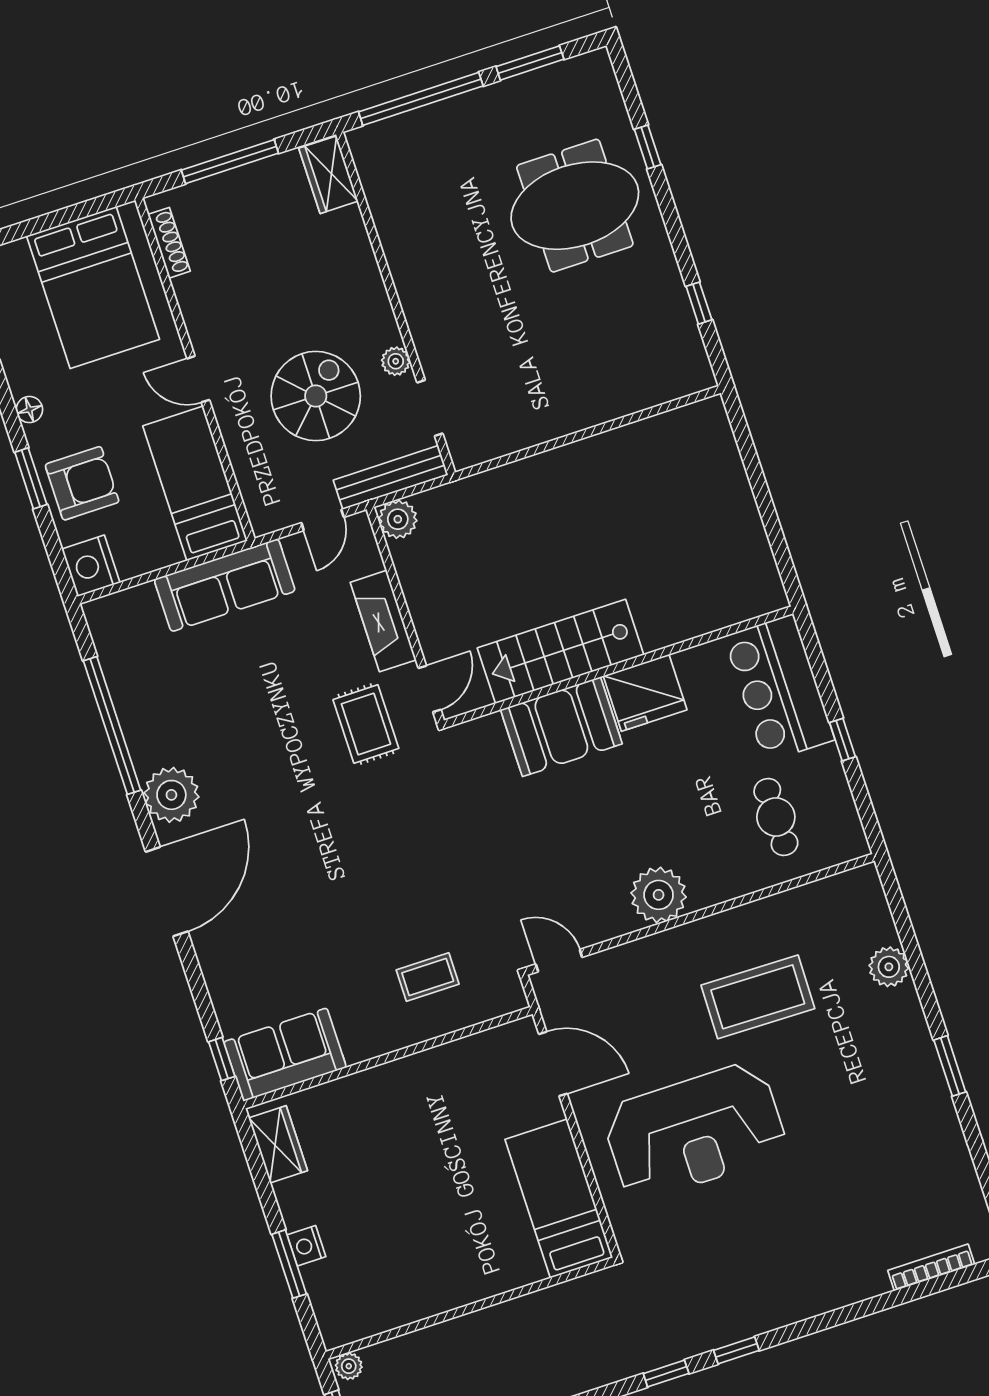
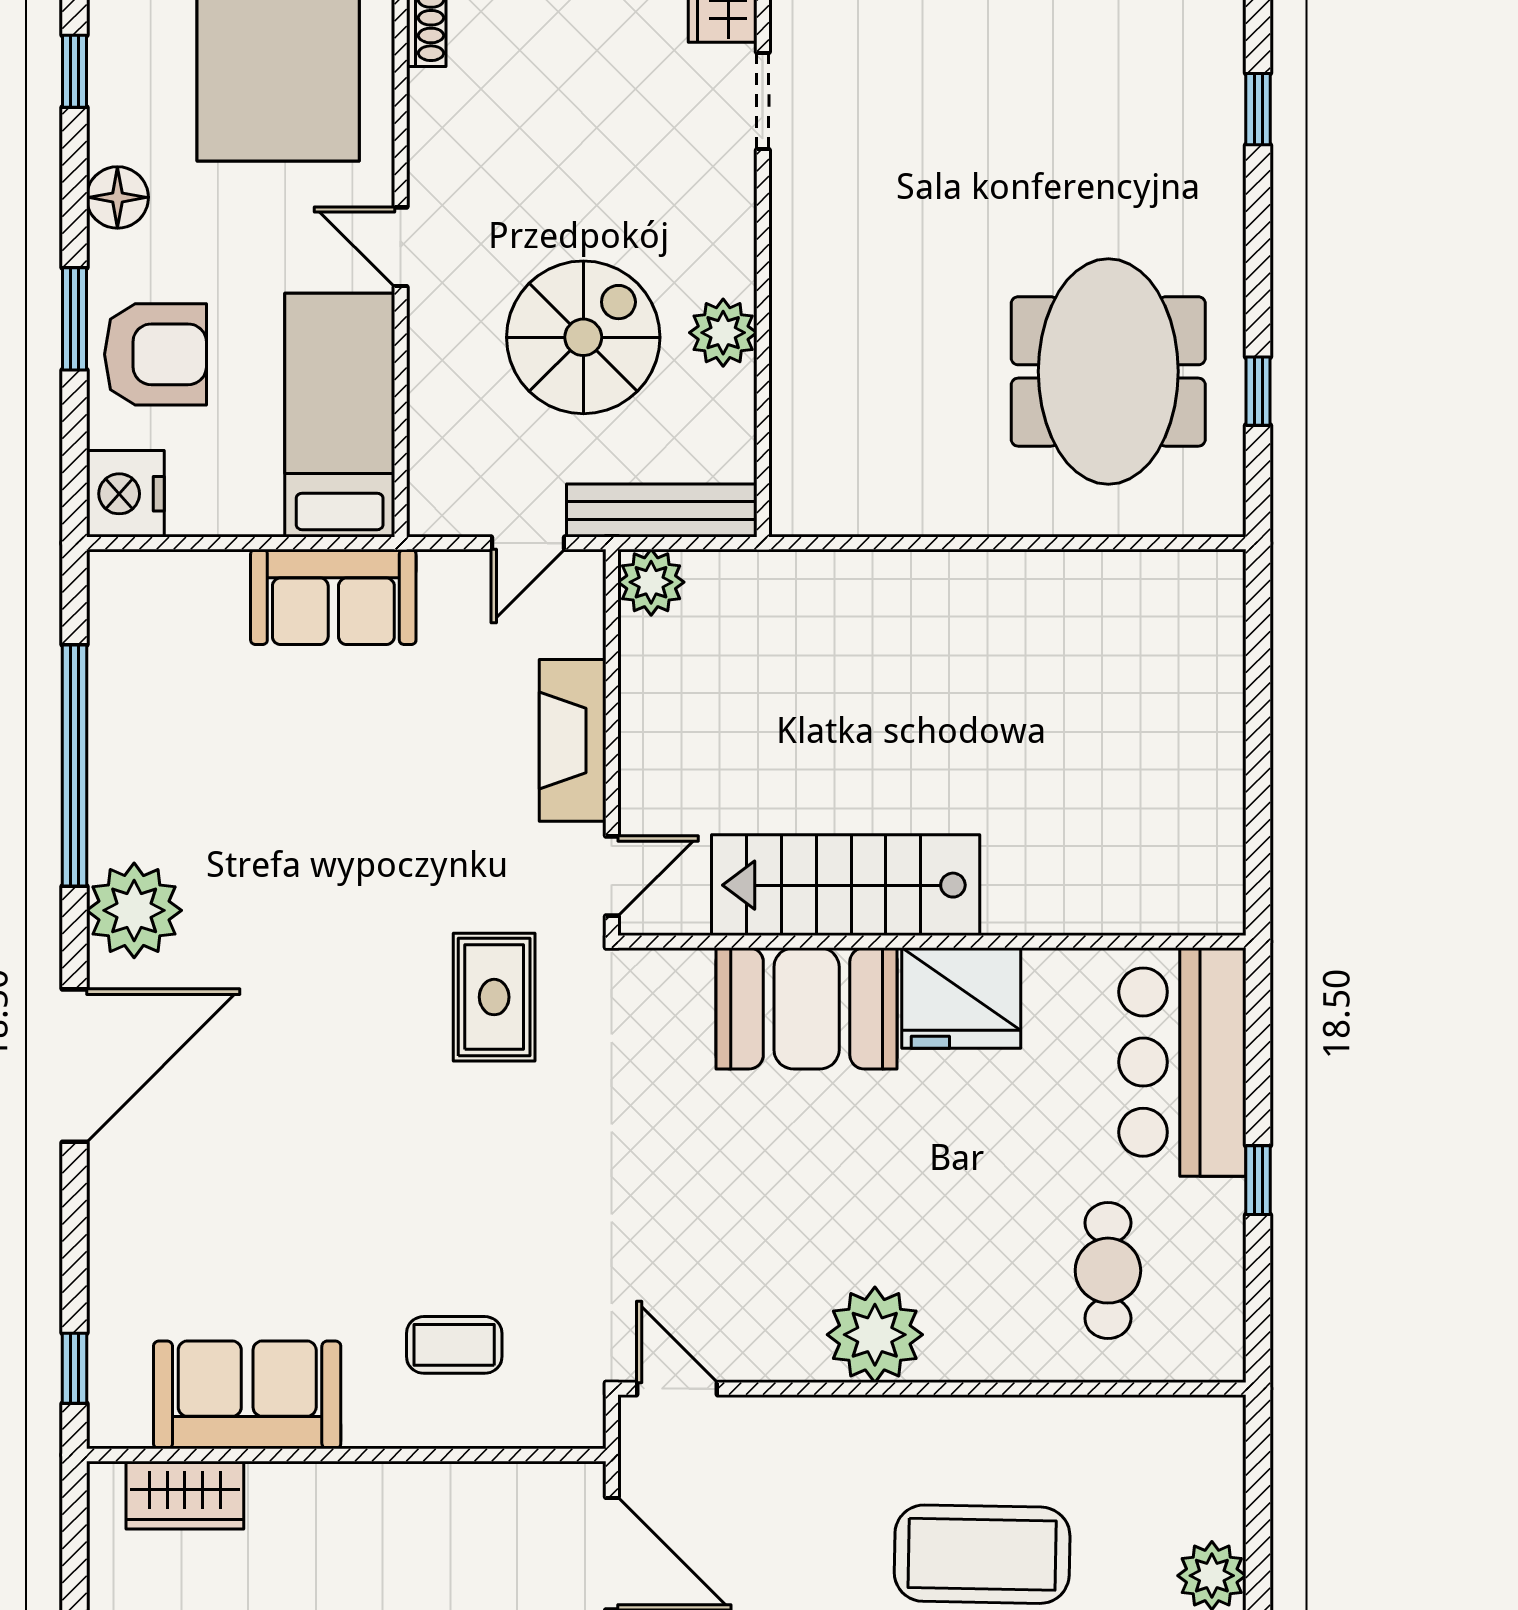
meeting table: (575, 206) -> (1108, 371), moved, turned 90
plant: (396, 361) -> (723, 333), width x1.38, depth x1.38
doorway: (430, 408) -> (763, 101), moved
floor lamp: (29, 410) -> (117, 197), width x1.37, depth x1.37
sofa: (225, 585) -> (333, 597), width x0.73
rug: (366, 724) -> (494, 997), moved
sofa: (285, 1055) -> (247, 1395), moved
wardrobe: (278, 1144) -> (185, 1495), moved, turned 90

